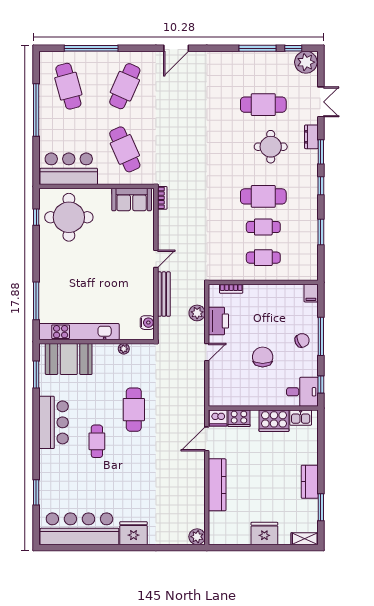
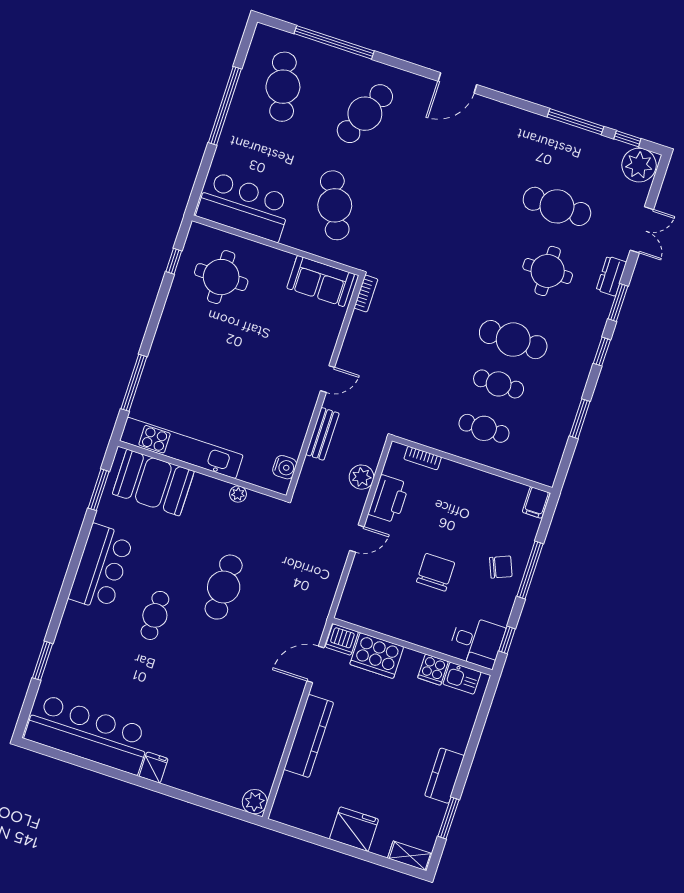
round table: (69, 217) -> (221, 277), width x0.73, depth x0.73
bench: (164, 294) -> (322, 434), width x0.73
cooker: (239, 418) -> (377, 655), width x1.37, depth x1.31
cooker: (274, 421) -> (433, 670), width x0.53, depth x0.76
fridge: (134, 533) -> (154, 767), width x0.53, depth x0.75

